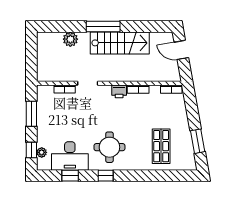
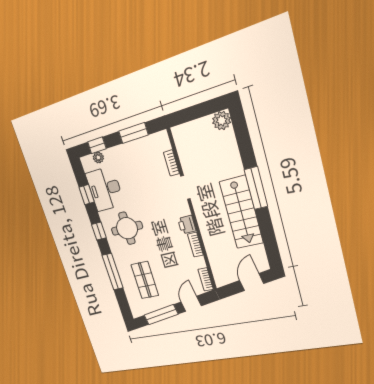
plant: (70, 39) -> (222, 121), moved
door: (192, 109) -> (191, 304), added
window: (198, 141) -> (161, 315), width x1.44
shop shelf: (161, 146) -> (145, 280), turned 90
window: (147, 176) -> (113, 272), added

